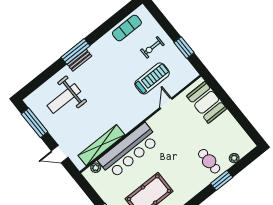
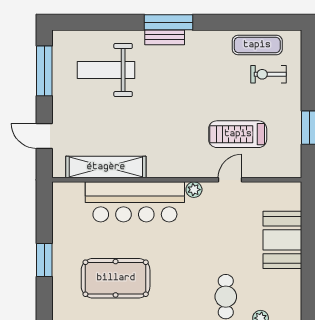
exercise bike: (152, 47) -> (269, 74), moved
treadmill: (152, 78) -> (238, 134), turned 180
booth: (207, 102) -> (282, 240), moved
plant: (96, 168) -> (194, 190), moved

